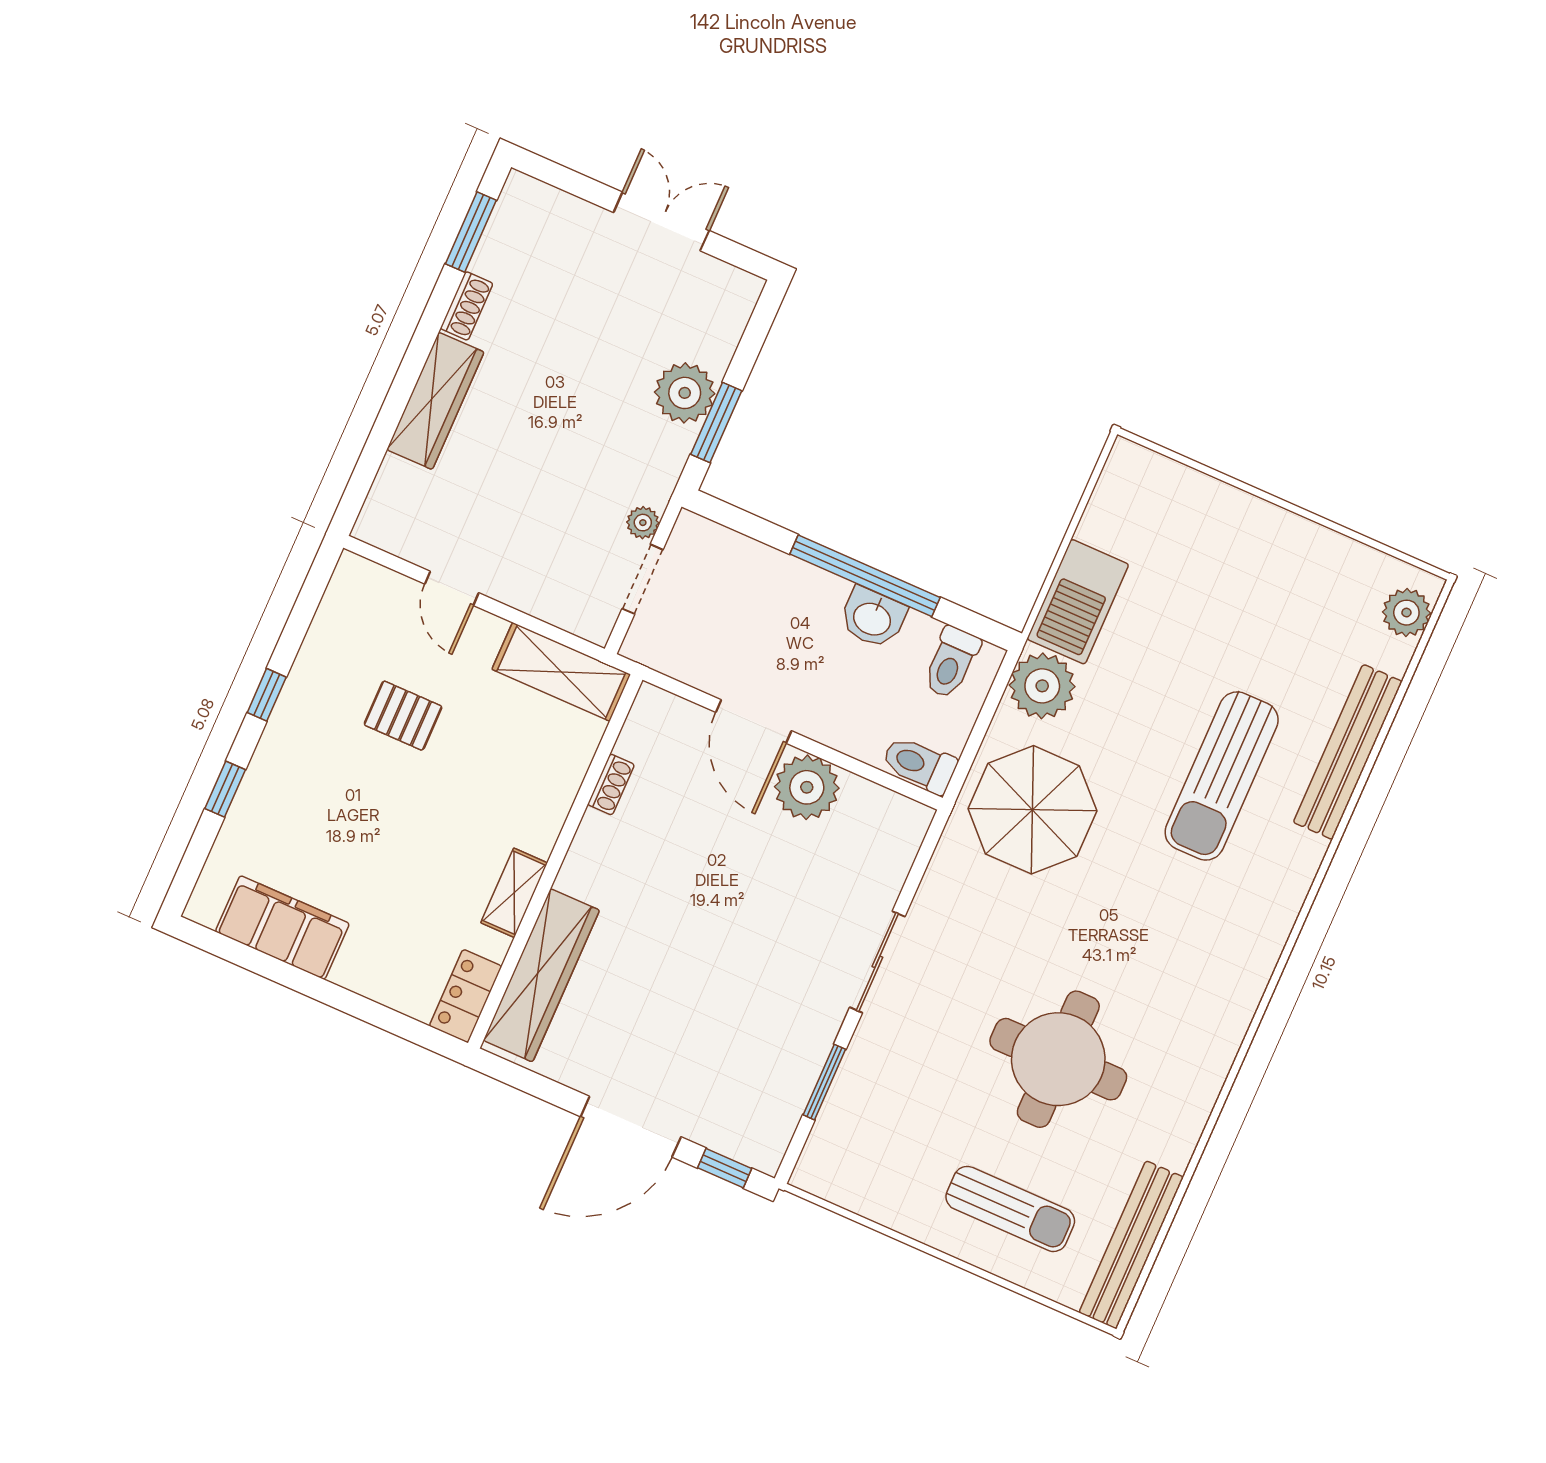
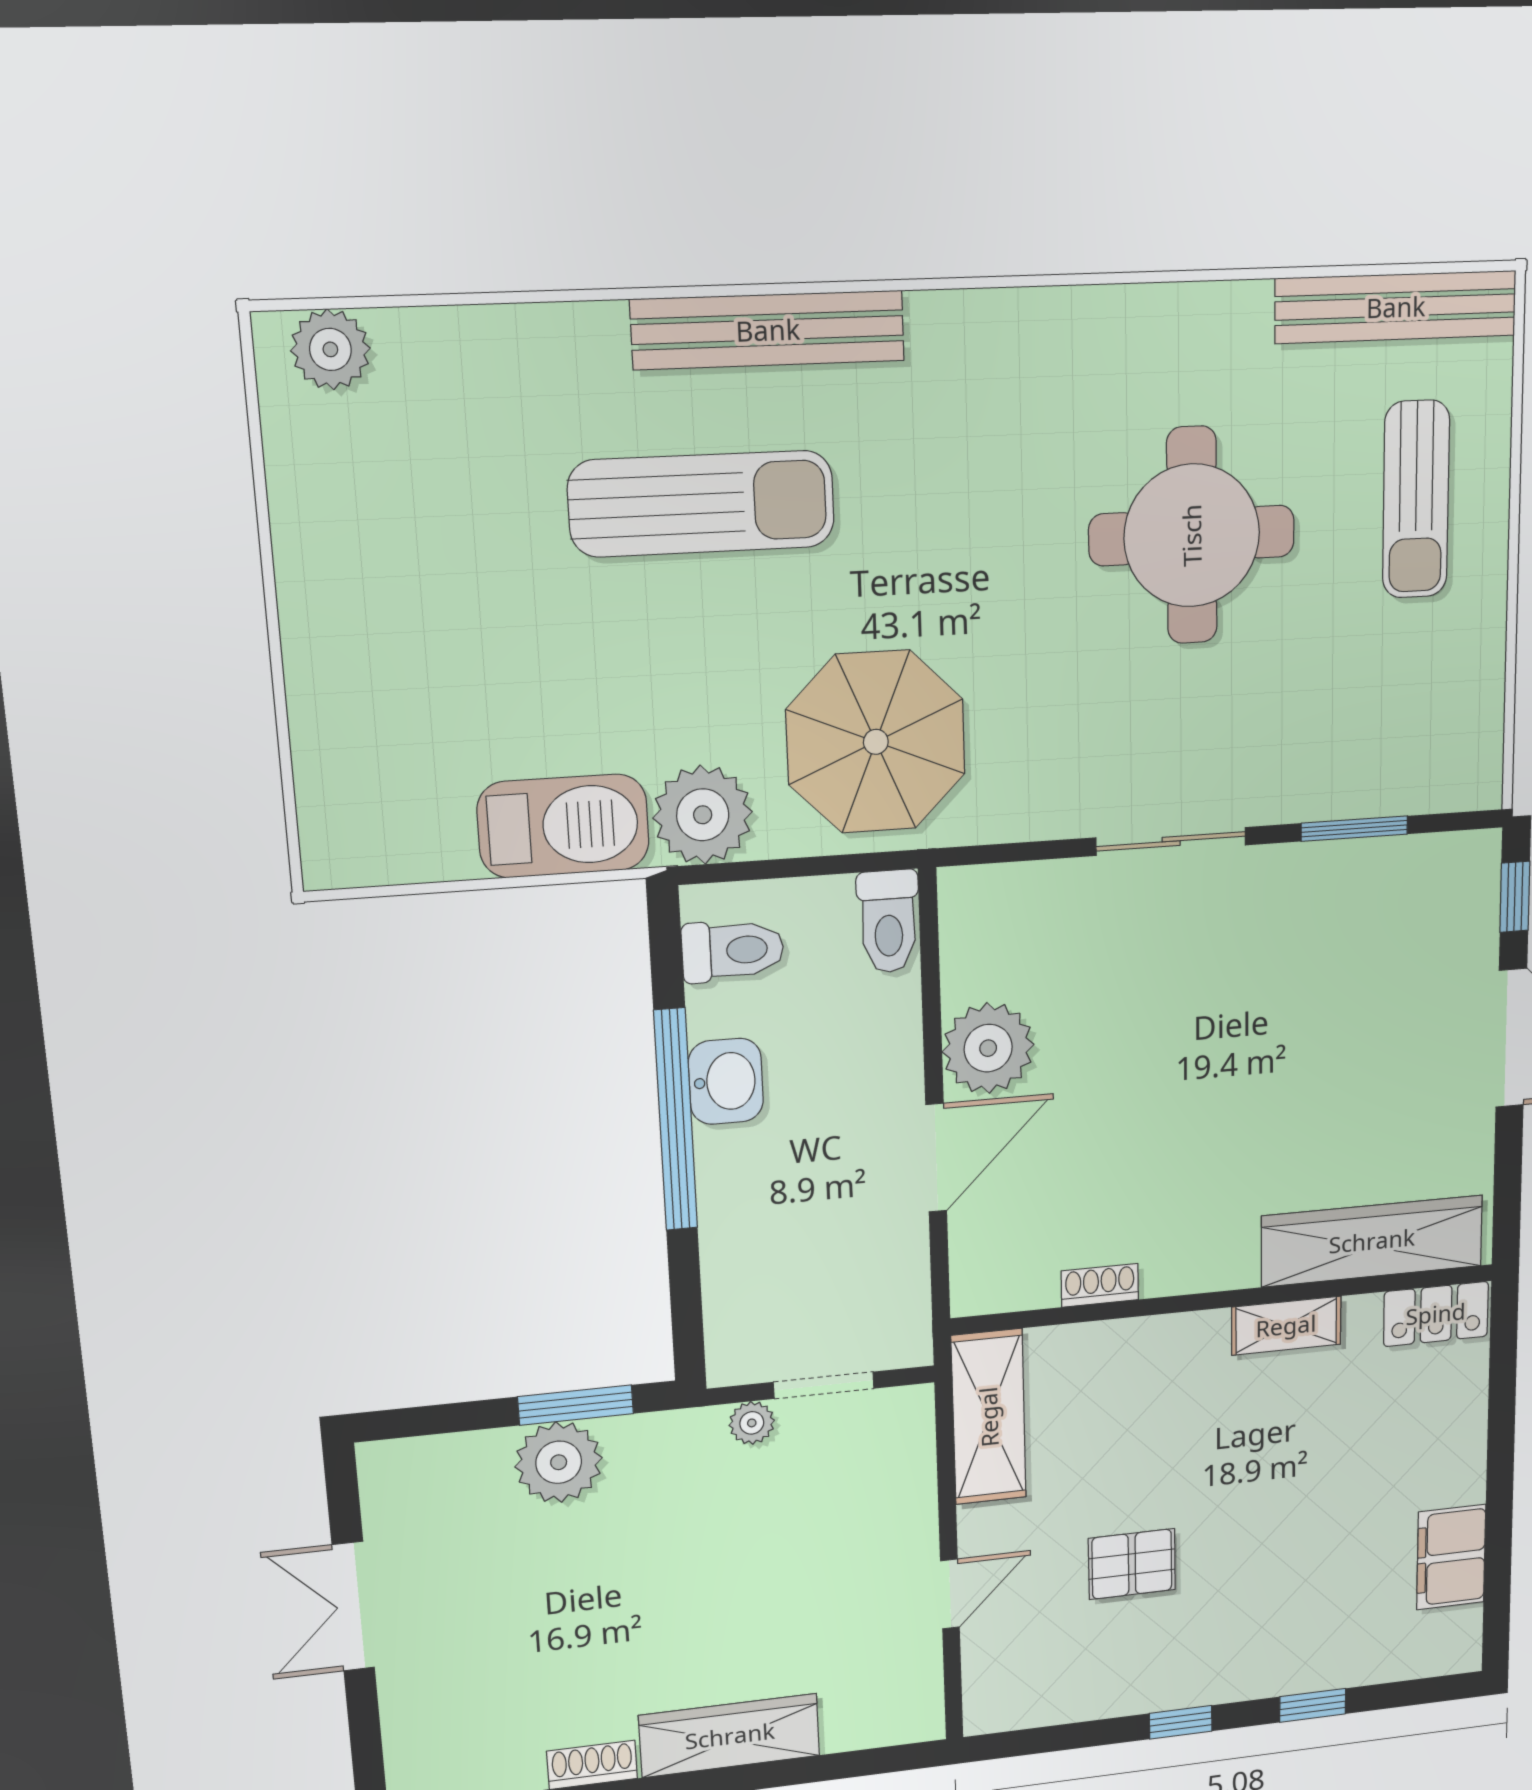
pallet: (403, 716) -> (1132, 1564), turned 90
bench: (1348, 752) -> (768, 330), moved
filing cabinet: (282, 928) -> (1451, 1557), width x0.67, depth x0.86
sun lounger: (1010, 1209) -> (1416, 499), turned 180

